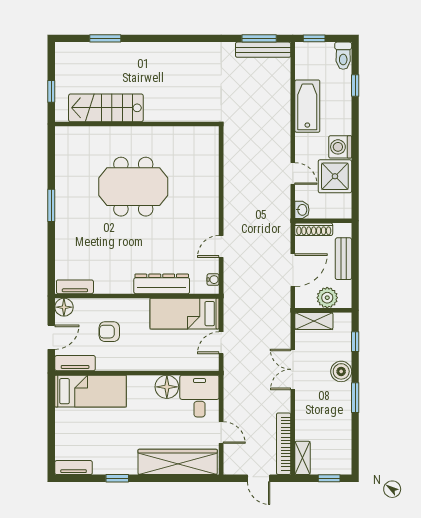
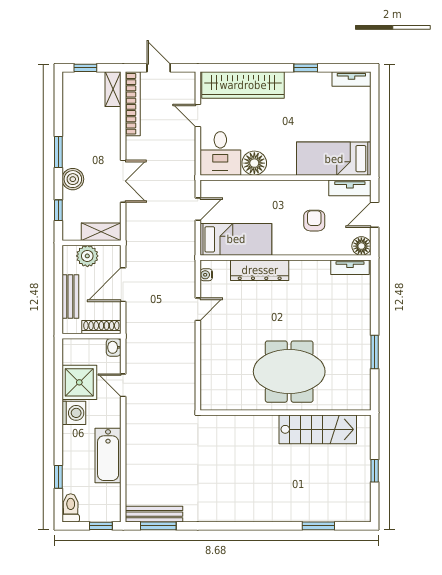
stairs: (106, 108) -> (318, 429), moved
wall: (137, 124) -> (285, 413), moved
armchair: (109, 332) -> (314, 221), turned -90

